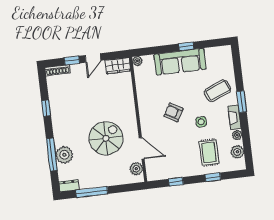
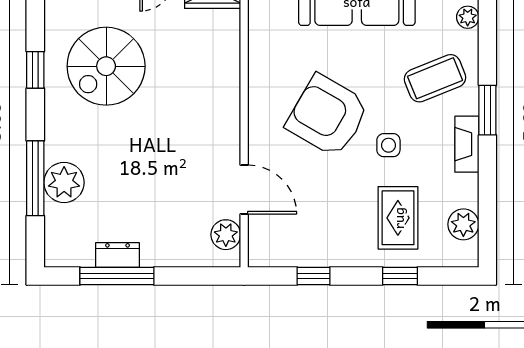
armchair: (174, 112) -> (328, 116), width x1.88, depth x1.88
plant: (237, 135) -> (468, 17), moved
spiral stairs: (106, 138) -> (106, 66), moved, turned 180
dresser: (69, 186) -> (118, 255), moved

